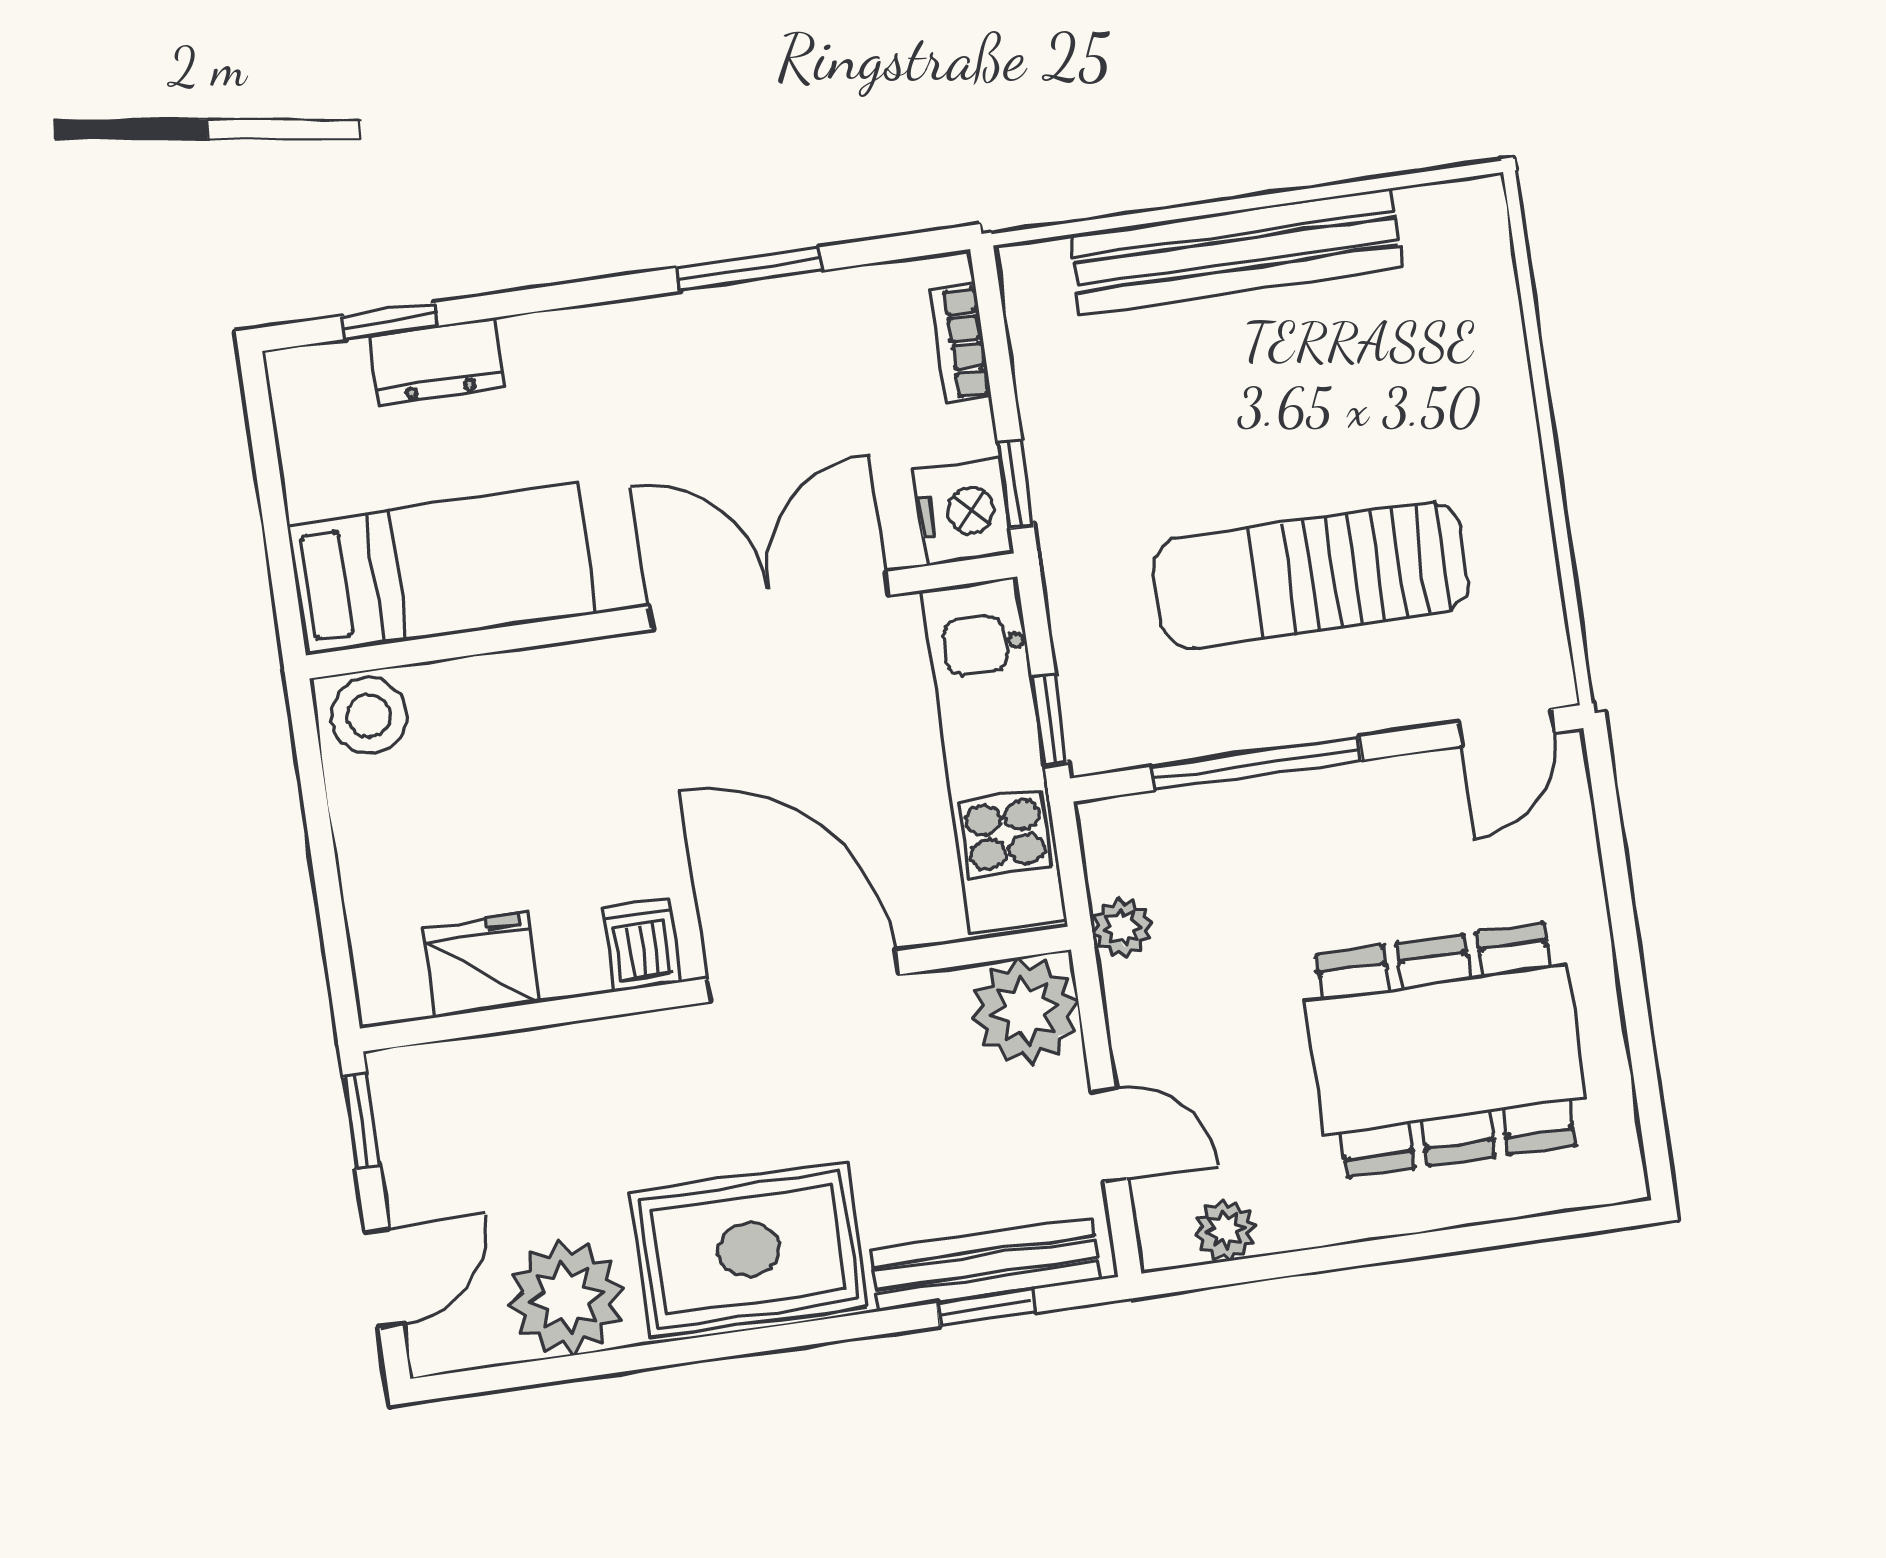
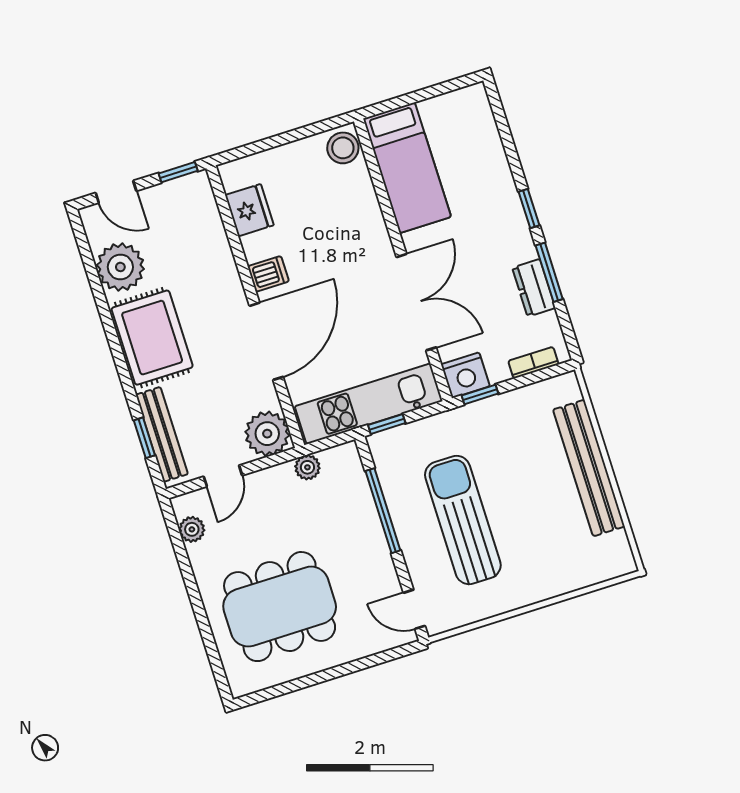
window: (390, 321) -> (529, 209), moved
dresser: (437, 362) -> (534, 288), moved
dining table: (1446, 1050) -> (280, 607), turned 90

